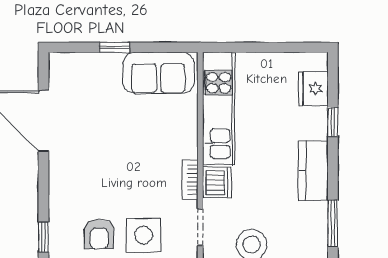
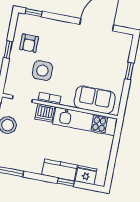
sofa: (159, 73) -> (95, 100), moved, turned 90
kitchen counter: (313, 171) -> (59, 170), moved
armchair: (99, 234) -> (29, 43), turned -90
side table: (143, 235) -> (42, 71), moved

